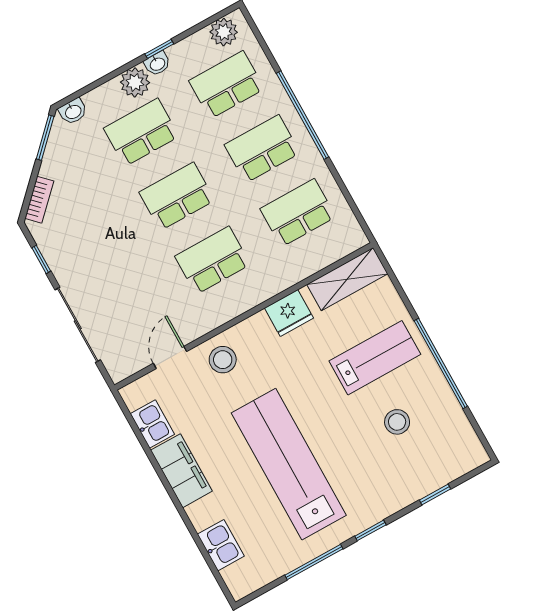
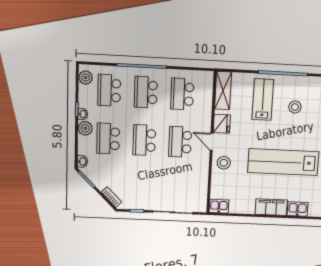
door: (170, 357) -> (212, 142), moved
kitchen sink: (152, 424) -> (219, 206), moved
filing cabinet: (181, 471) -> (271, 207), moved

